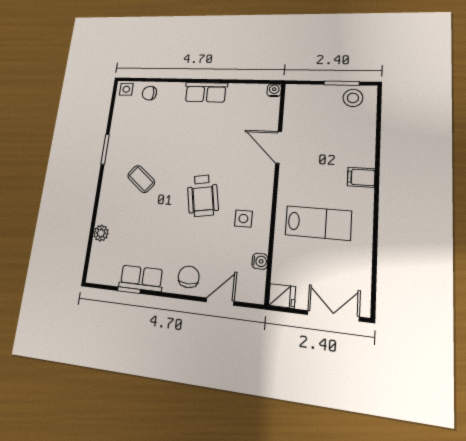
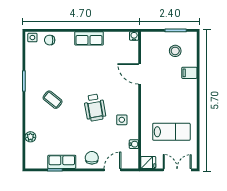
stool: (353, 98) -> (175, 51), moved
filing cabinet: (361, 177) -> (189, 73), moved
lab bench: (318, 223) -> (171, 132), moved

